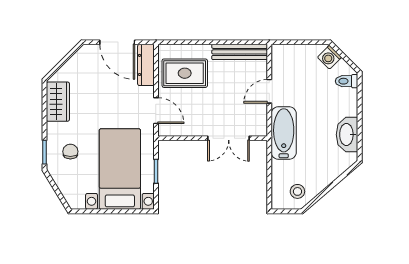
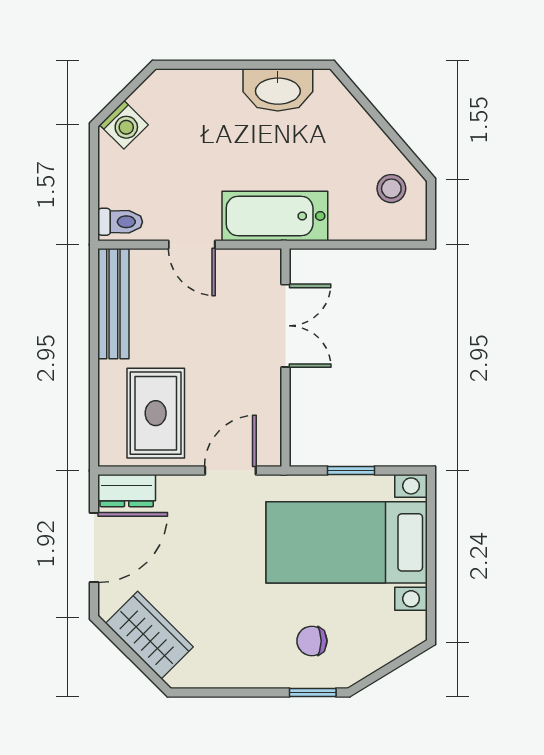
dresser: (146, 65) -> (127, 491), width x0.70
toilet: (347, 81) -> (120, 222), moved, turned -90
wardrobe: (58, 102) -> (149, 635), moved, turned 45

